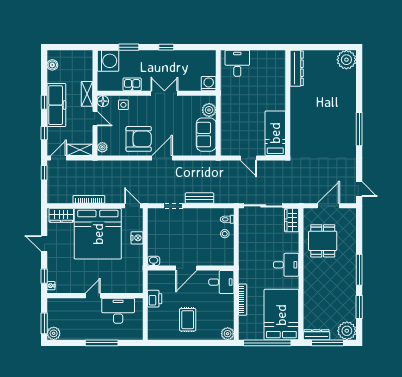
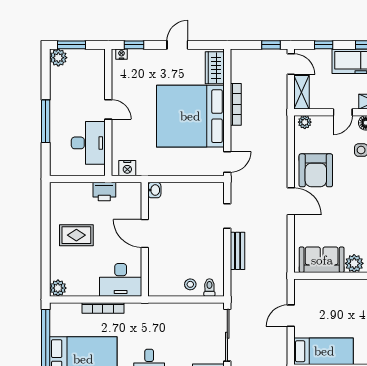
nightstand: (137, 238) -> (127, 168), moved
desk: (221, 282) -> (121, 280), width x1.37

